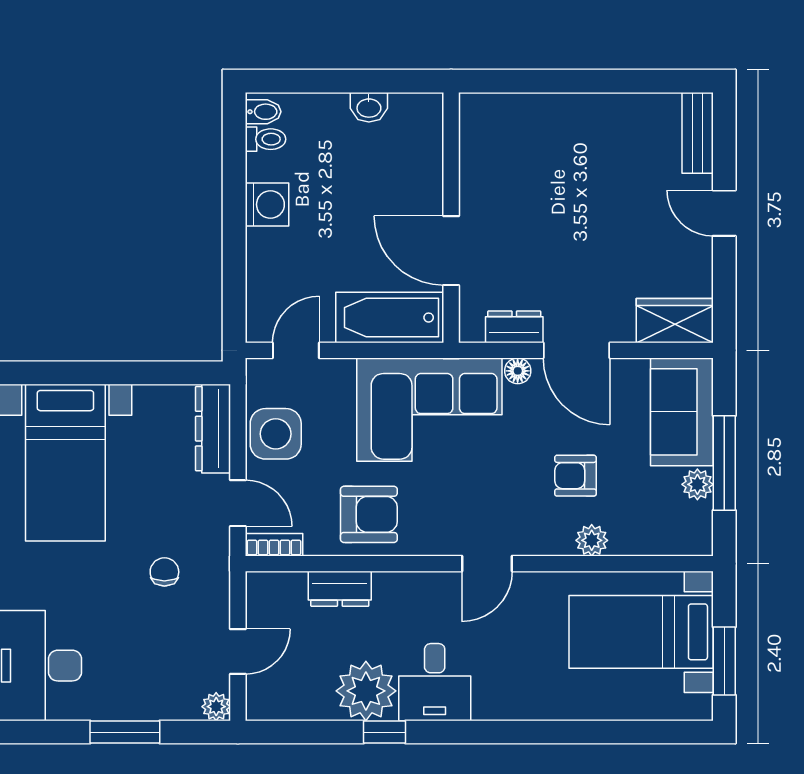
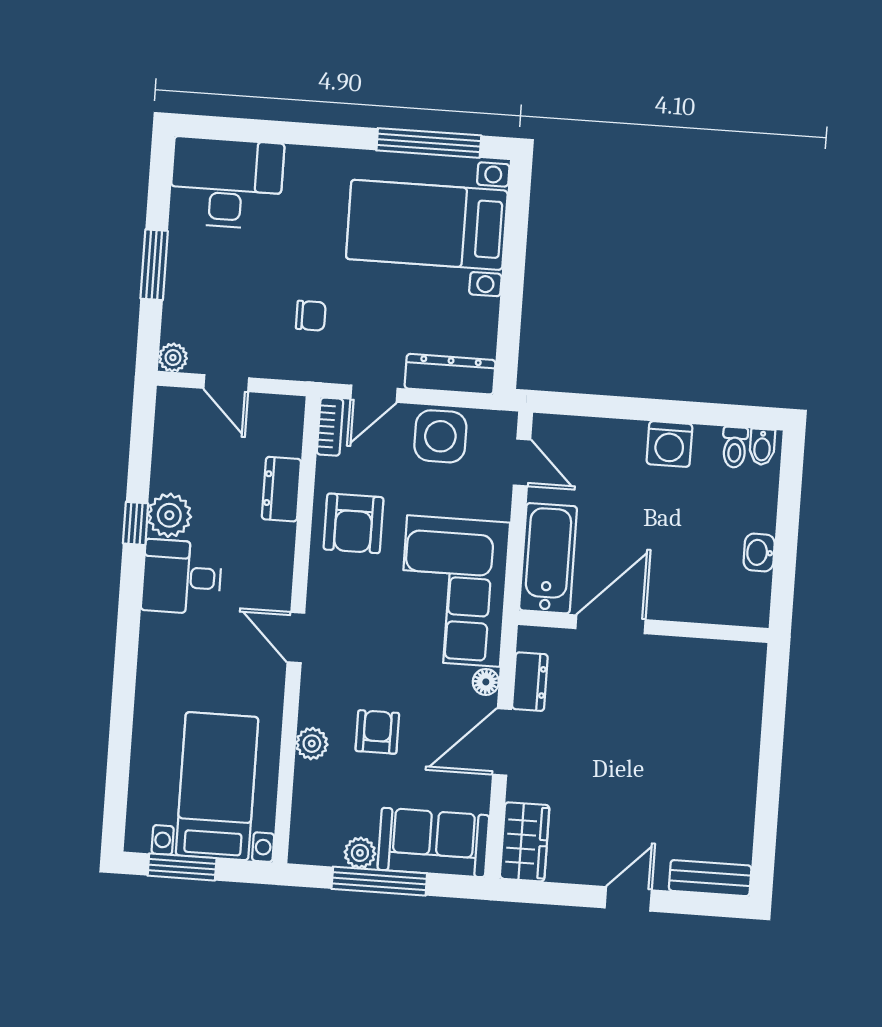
plant: (366, 691) -> (169, 515), width x0.73, depth x0.73

